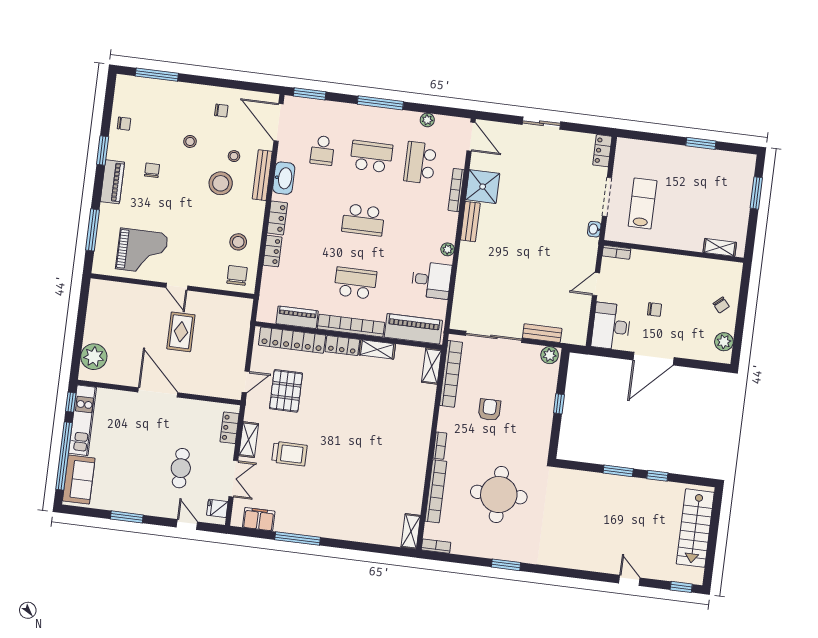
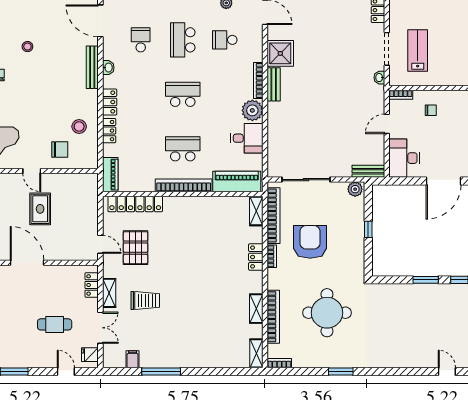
chair: (221, 111) -> (51, 17), removed
school desk: (322, 150) -> (141, 40), turned 180
stool: (234, 156) -> (66, 54), removed
school desk: (371, 157) -> (183, 40), turned -90
school desk: (420, 163) -> (225, 40), width x0.54
washbasin: (284, 178) -> (108, 68), width x0.52, depth x0.69
stool: (221, 183) -> (58, 79), removed
bookcase: (456, 190) -> (258, 80), moved
school desk: (363, 220) -> (183, 94), turned 180
plant: (448, 249) -> (252, 110), width x1.88, depth x1.88
chair: (237, 275) -> (60, 149), moved, turned 90
chair: (655, 310) -> (431, 110), moved
piano: (297, 317) -> (110, 175), moved, turned 90
bench: (542, 333) -> (368, 171), moved
locker: (342, 346) -> (256, 257), moved, turned 90
shelving: (377, 349) -> (256, 309), moved, turned 90
door: (246, 382) -> (100, 244), hinge flipped
armchair: (489, 410) -> (310, 242), width x1.88, depth x1.88
bookcase: (440, 446) -> (272, 256), moved
cafe table: (181, 468) -> (55, 324), turned 90
filing cabinet: (259, 519) -> (133, 359), width x0.50

